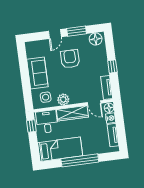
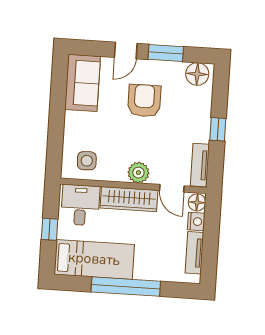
sofa: (37, 73) -> (83, 83), moved
plant: (63, 100) -> (138, 173), moved
window: (31, 126) -> (50, 229), moved

